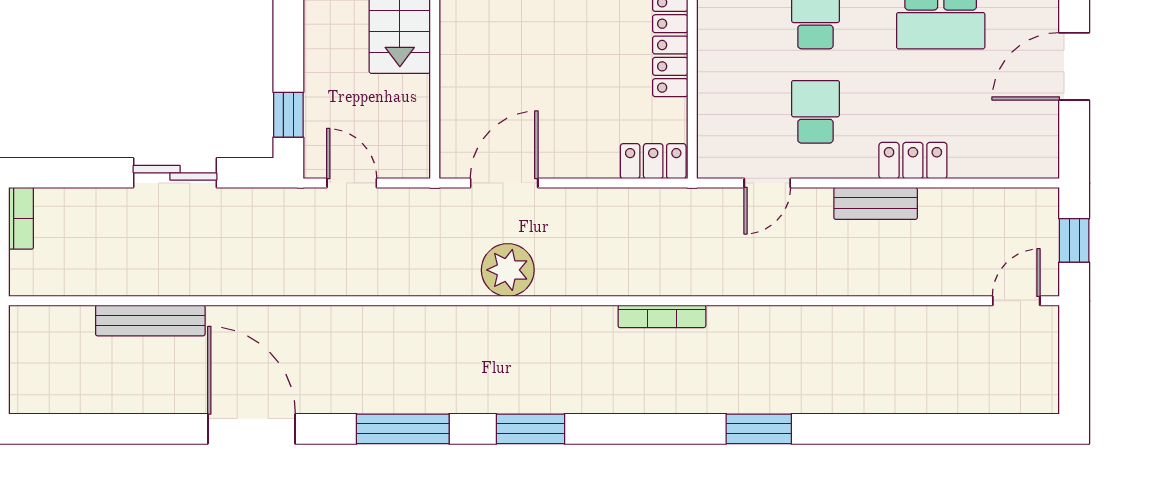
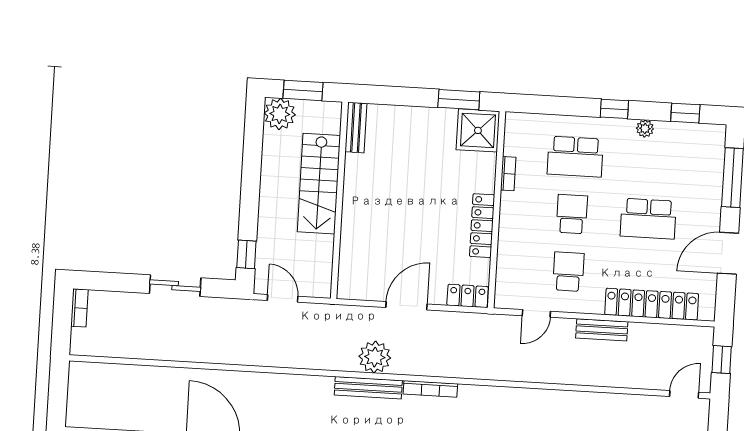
locker: (913, 161) -> (652, 304), width x2.16, depth x1.21
door: (504, 183) -> (406, 306), moved
bookcase: (662, 316) -> (430, 389), moved
bench: (150, 321) -> (368, 388), moved

